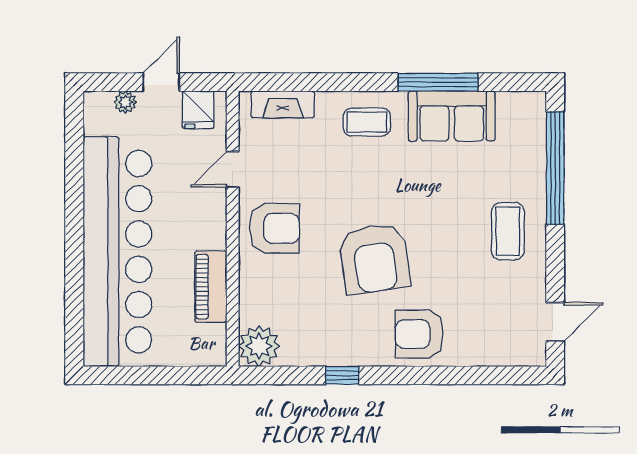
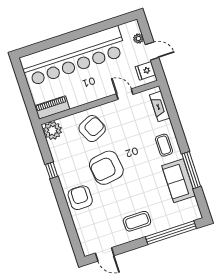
armchair: (275, 228) -> (92, 129), moved, turned -115
piano: (211, 287) -> (52, 108), moved

